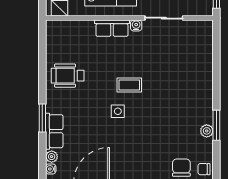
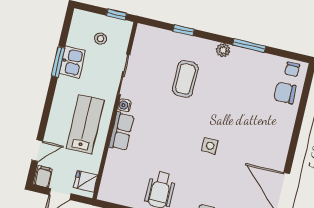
window: (216, 63) -> (184, 30), added
coffee table: (129, 85) -> (185, 79), moved, width x1.36, depth x1.30
plant: (207, 131) -> (223, 50), moved

